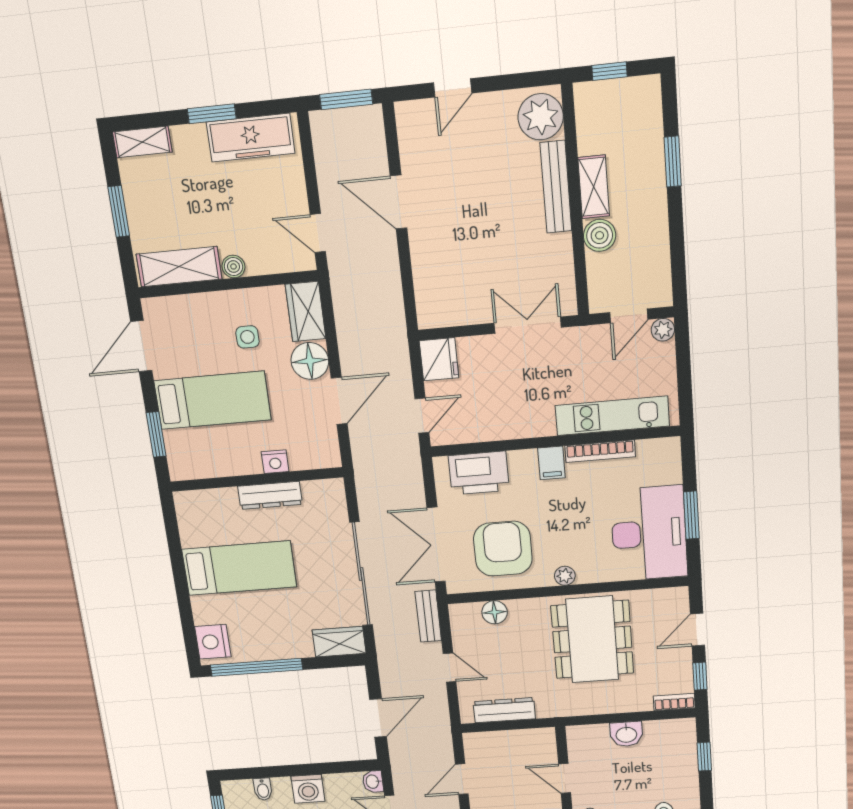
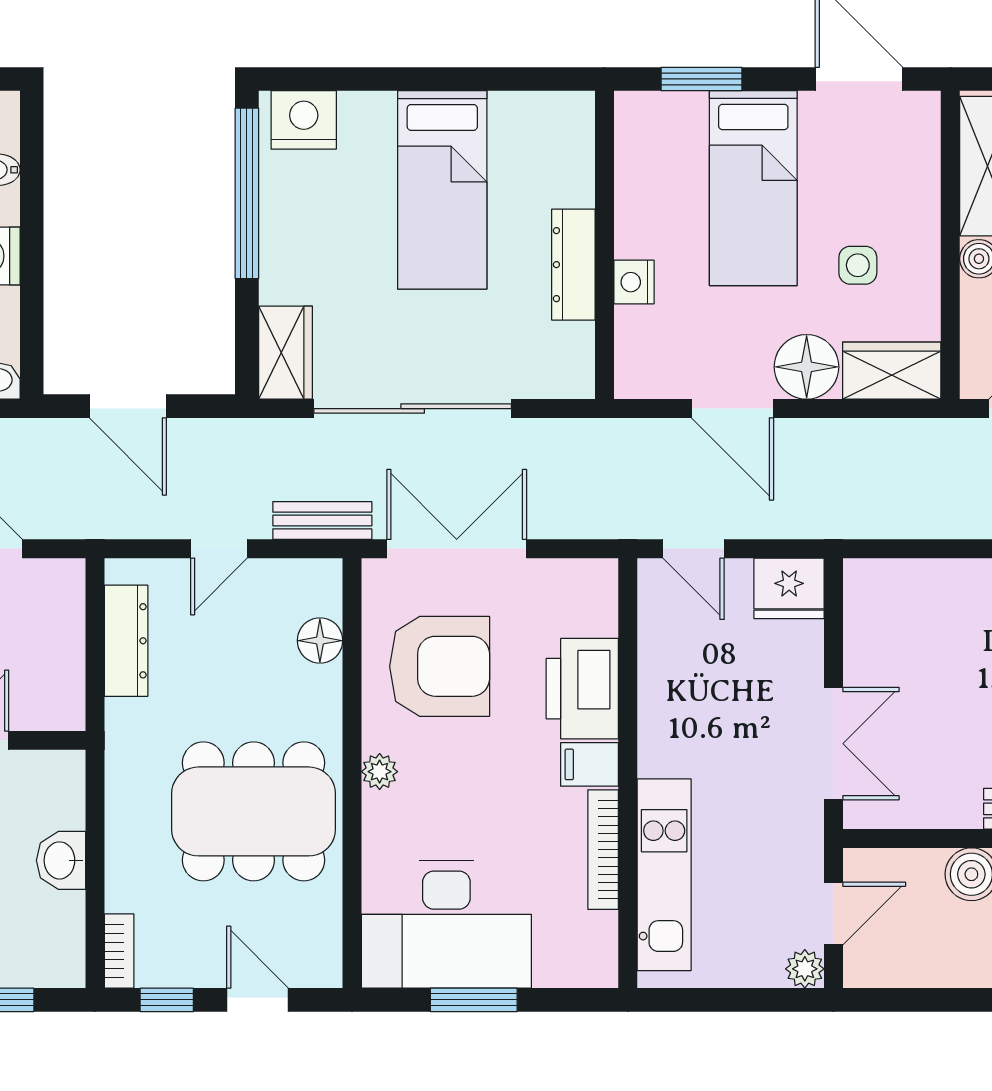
door: (629, 316) -> (833, 914), swing flipped
printer: (479, 473) -> (582, 689), moved

